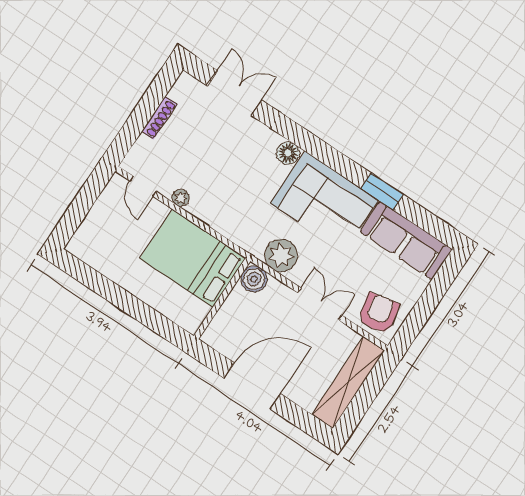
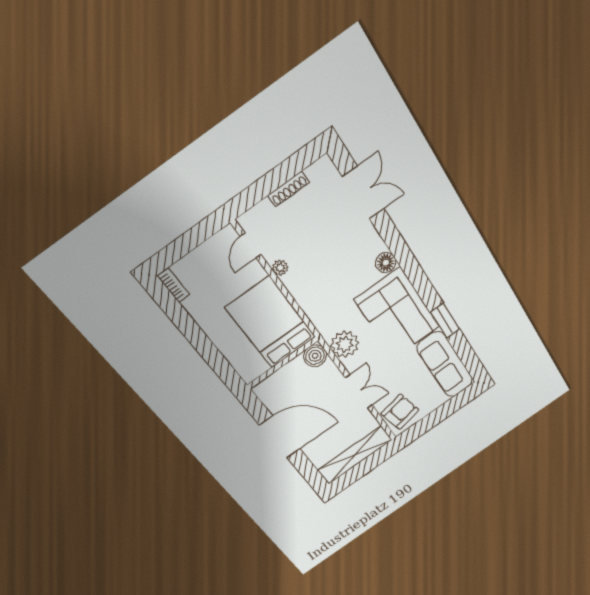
bookcase: (82, 253) -> (173, 285), added

